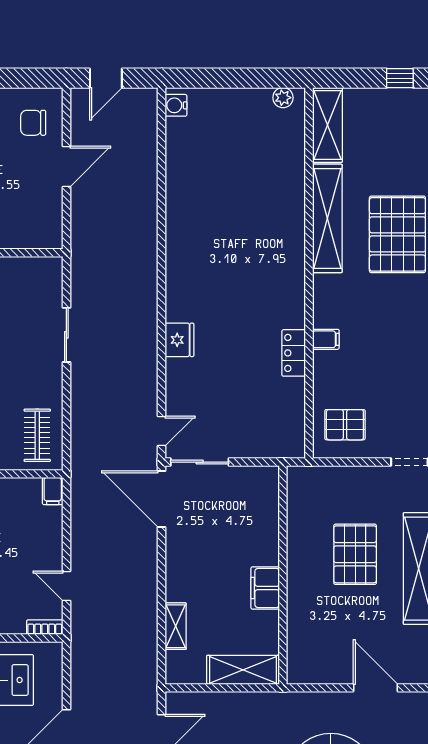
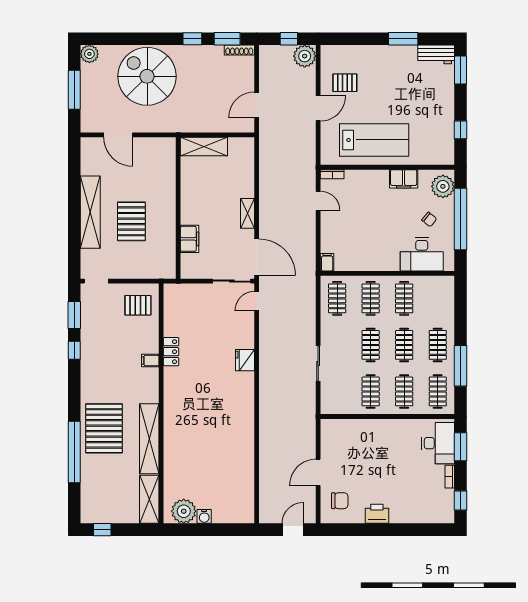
plant: (283, 98) -> (184, 511), width x1.87, depth x1.87
water cooler: (176, 105) -> (204, 516), moved, turned 90
filing cabinet: (265, 588) -> (190, 239), moved
shelving: (176, 626) -> (248, 213), moved

